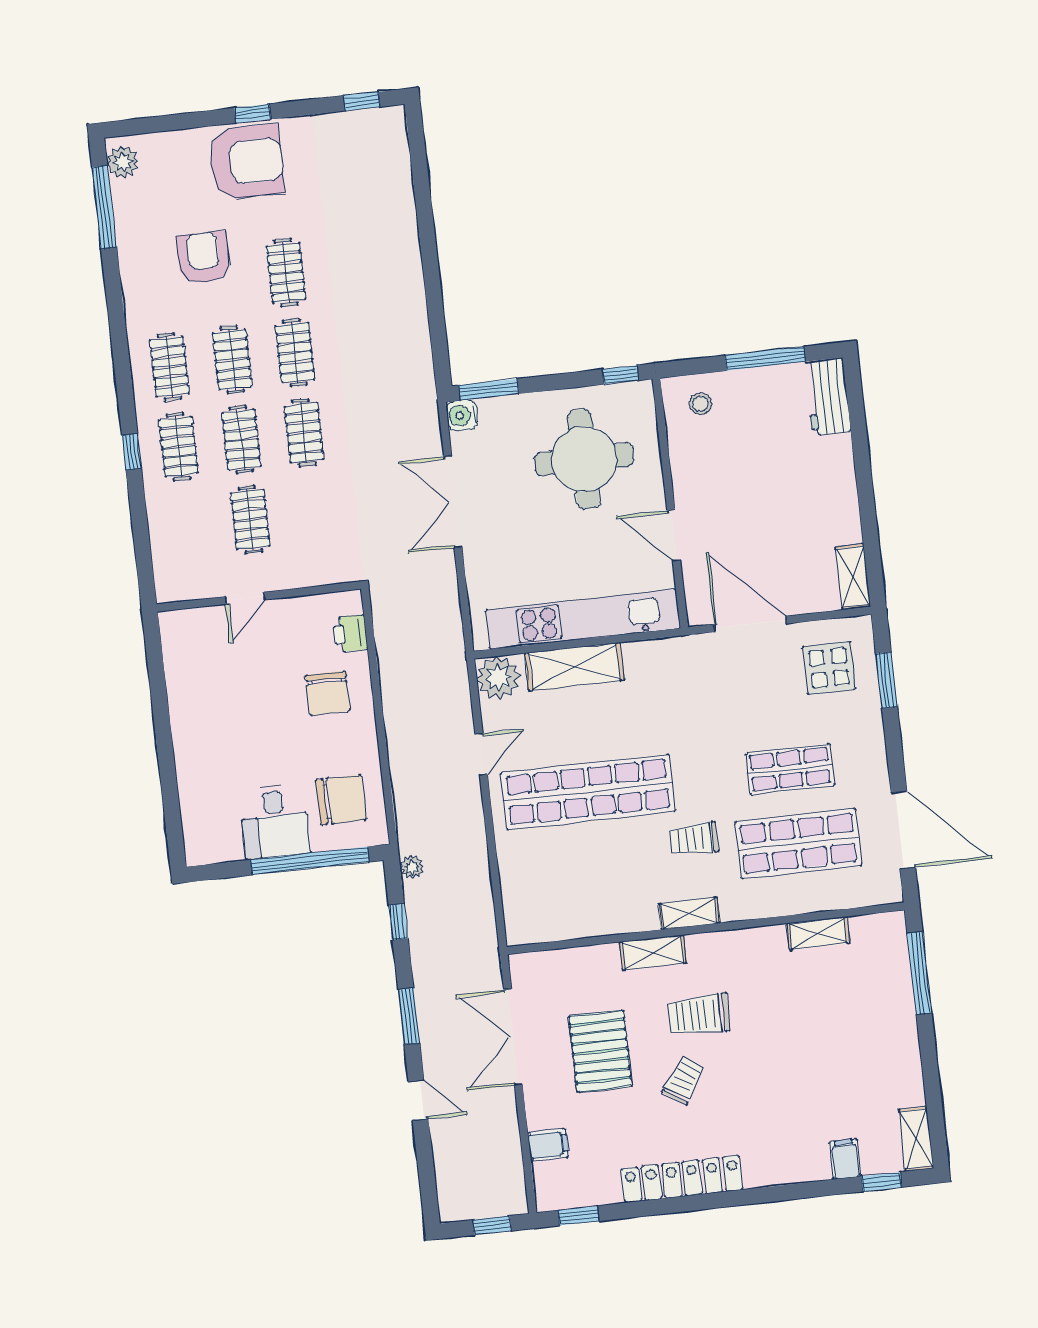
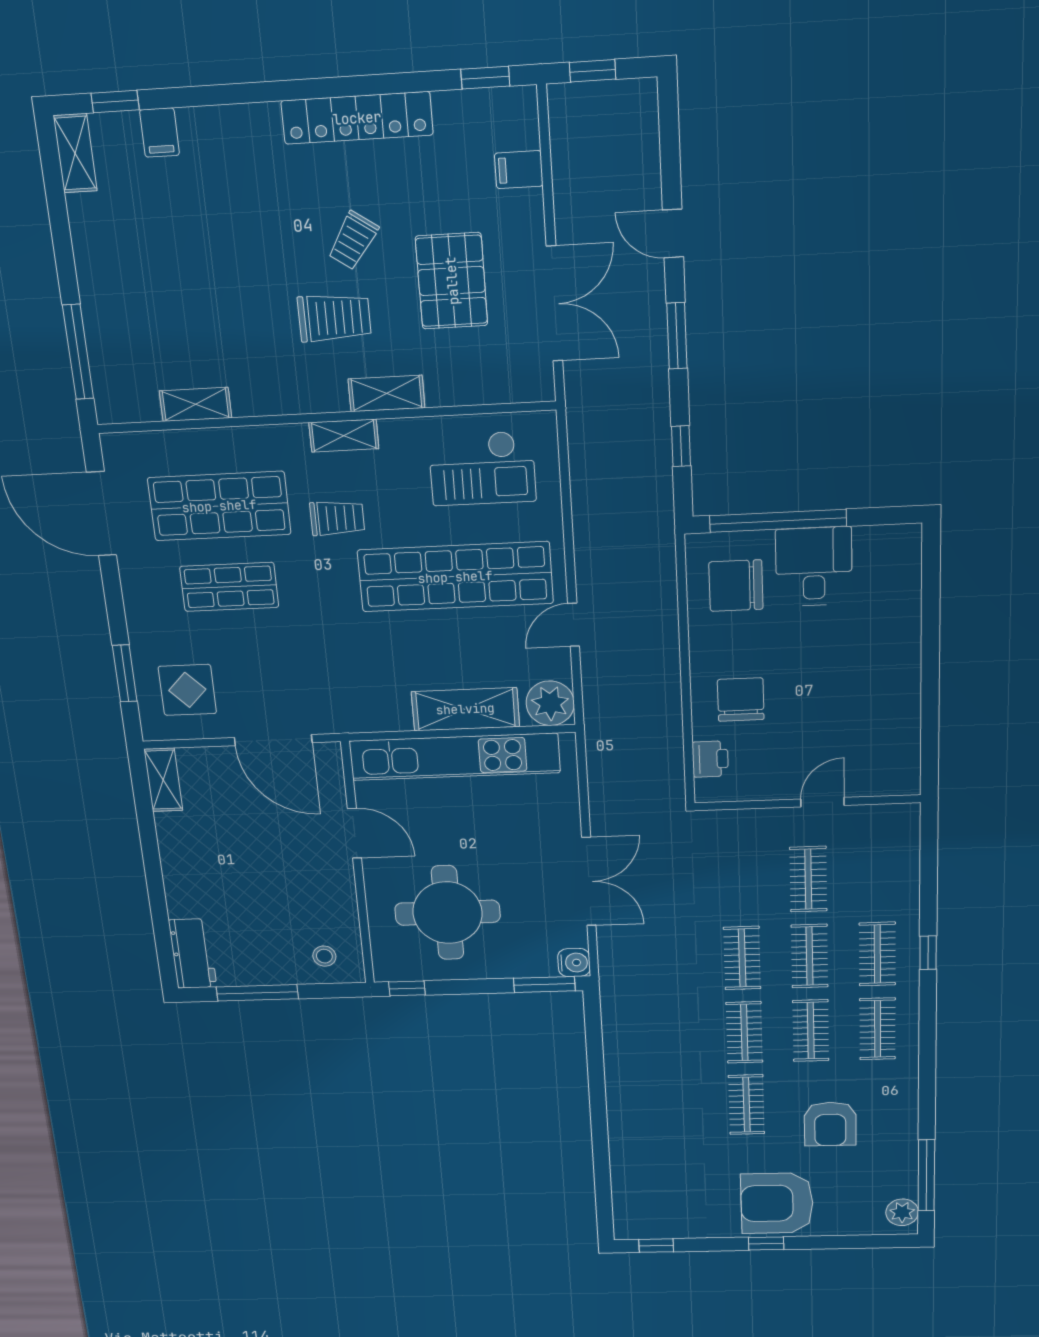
plant: (412, 867) -> (661, 507), removed
checkout: (568, 892) -> (482, 468), added

